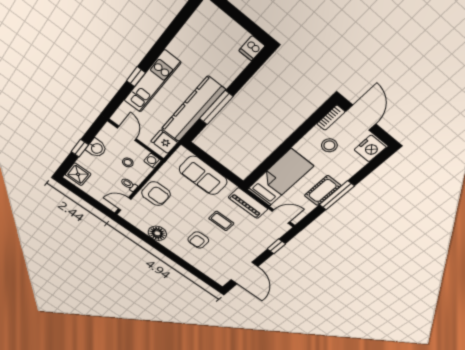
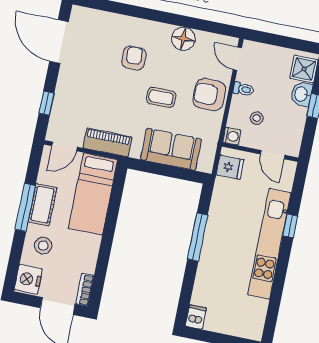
kitchen unit: (152, 82) -> (269, 244), width x1.36
kitchen counter: (193, 110) -> (219, 222), removed
stool: (329, 145) -> (43, 246), moved
washbasin: (96, 148) -> (301, 94), moved
door: (125, 204) -> (237, 59), swing flipped
coffee table: (221, 221) -> (161, 97), moved

